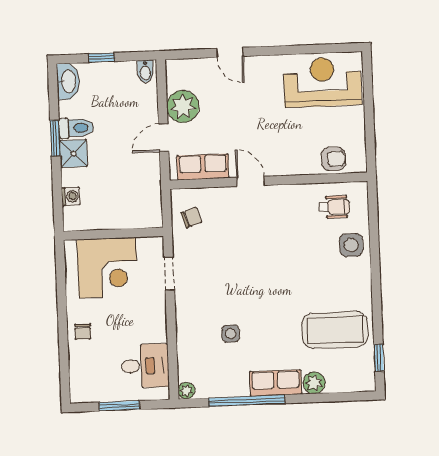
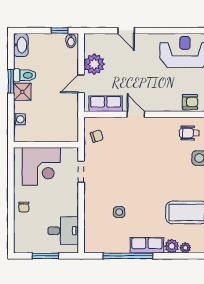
window: (102, 58) -> (59, 31), moved
wheelchair: (334, 207) -> (189, 133), turned 180
plant: (186, 391) -> (185, 248), moved

